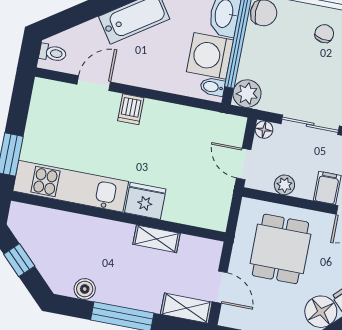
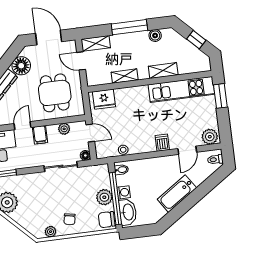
washing machine: (210, 56) -> (124, 192), width x0.53, depth x0.53
plant: (50, 93) -> (210, 137), added
plant: (247, 94) -> (104, 197), moved
stool: (199, 119) -> (123, 150), added
fridge: (145, 201) -> (104, 99), moved
shelving: (90, 227) -> (163, 71), added

